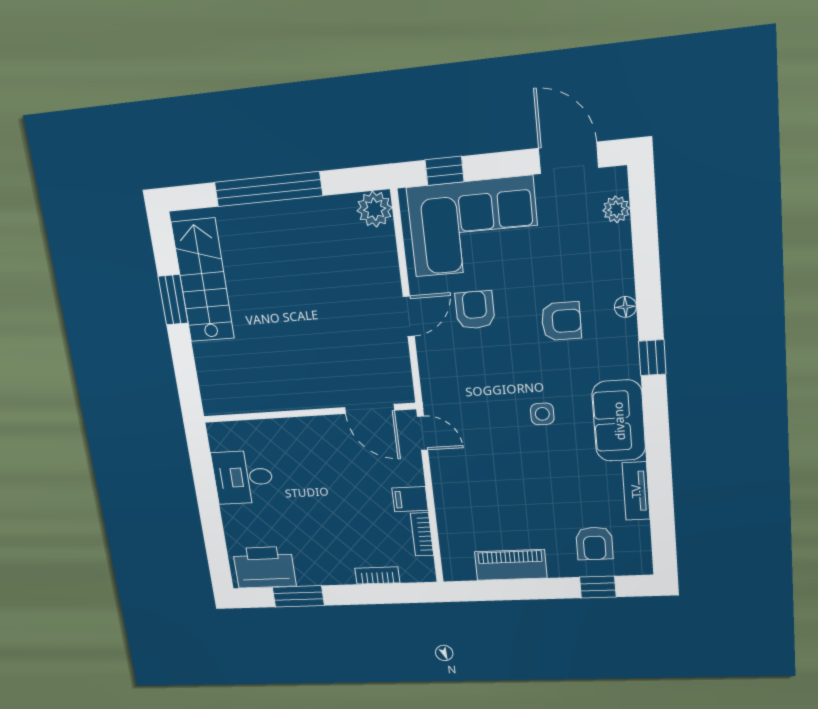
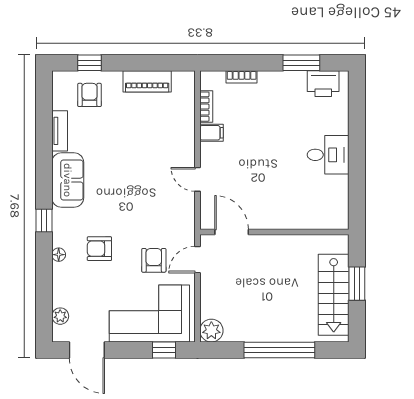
armchair: (475, 310) -> (154, 260), turned 180
door: (370, 409) -> (232, 232), moved
wall: (308, 413) -> (274, 232), moved
side table: (542, 414) -> (117, 188), removed
printer: (264, 567) -> (323, 84), width x0.73, depth x0.84

